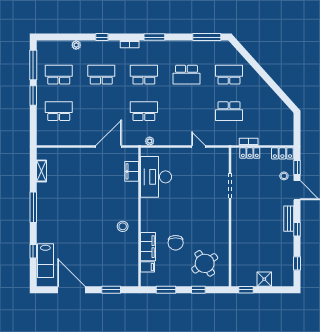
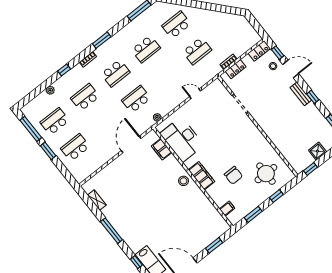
school desk: (144, 75) -> (115, 73), turned 180
stool: (123, 226) -> (183, 181), moved
filing cabinet: (148, 247) -> (202, 176), moved
round table: (205, 263) -> (266, 174), turned 33

